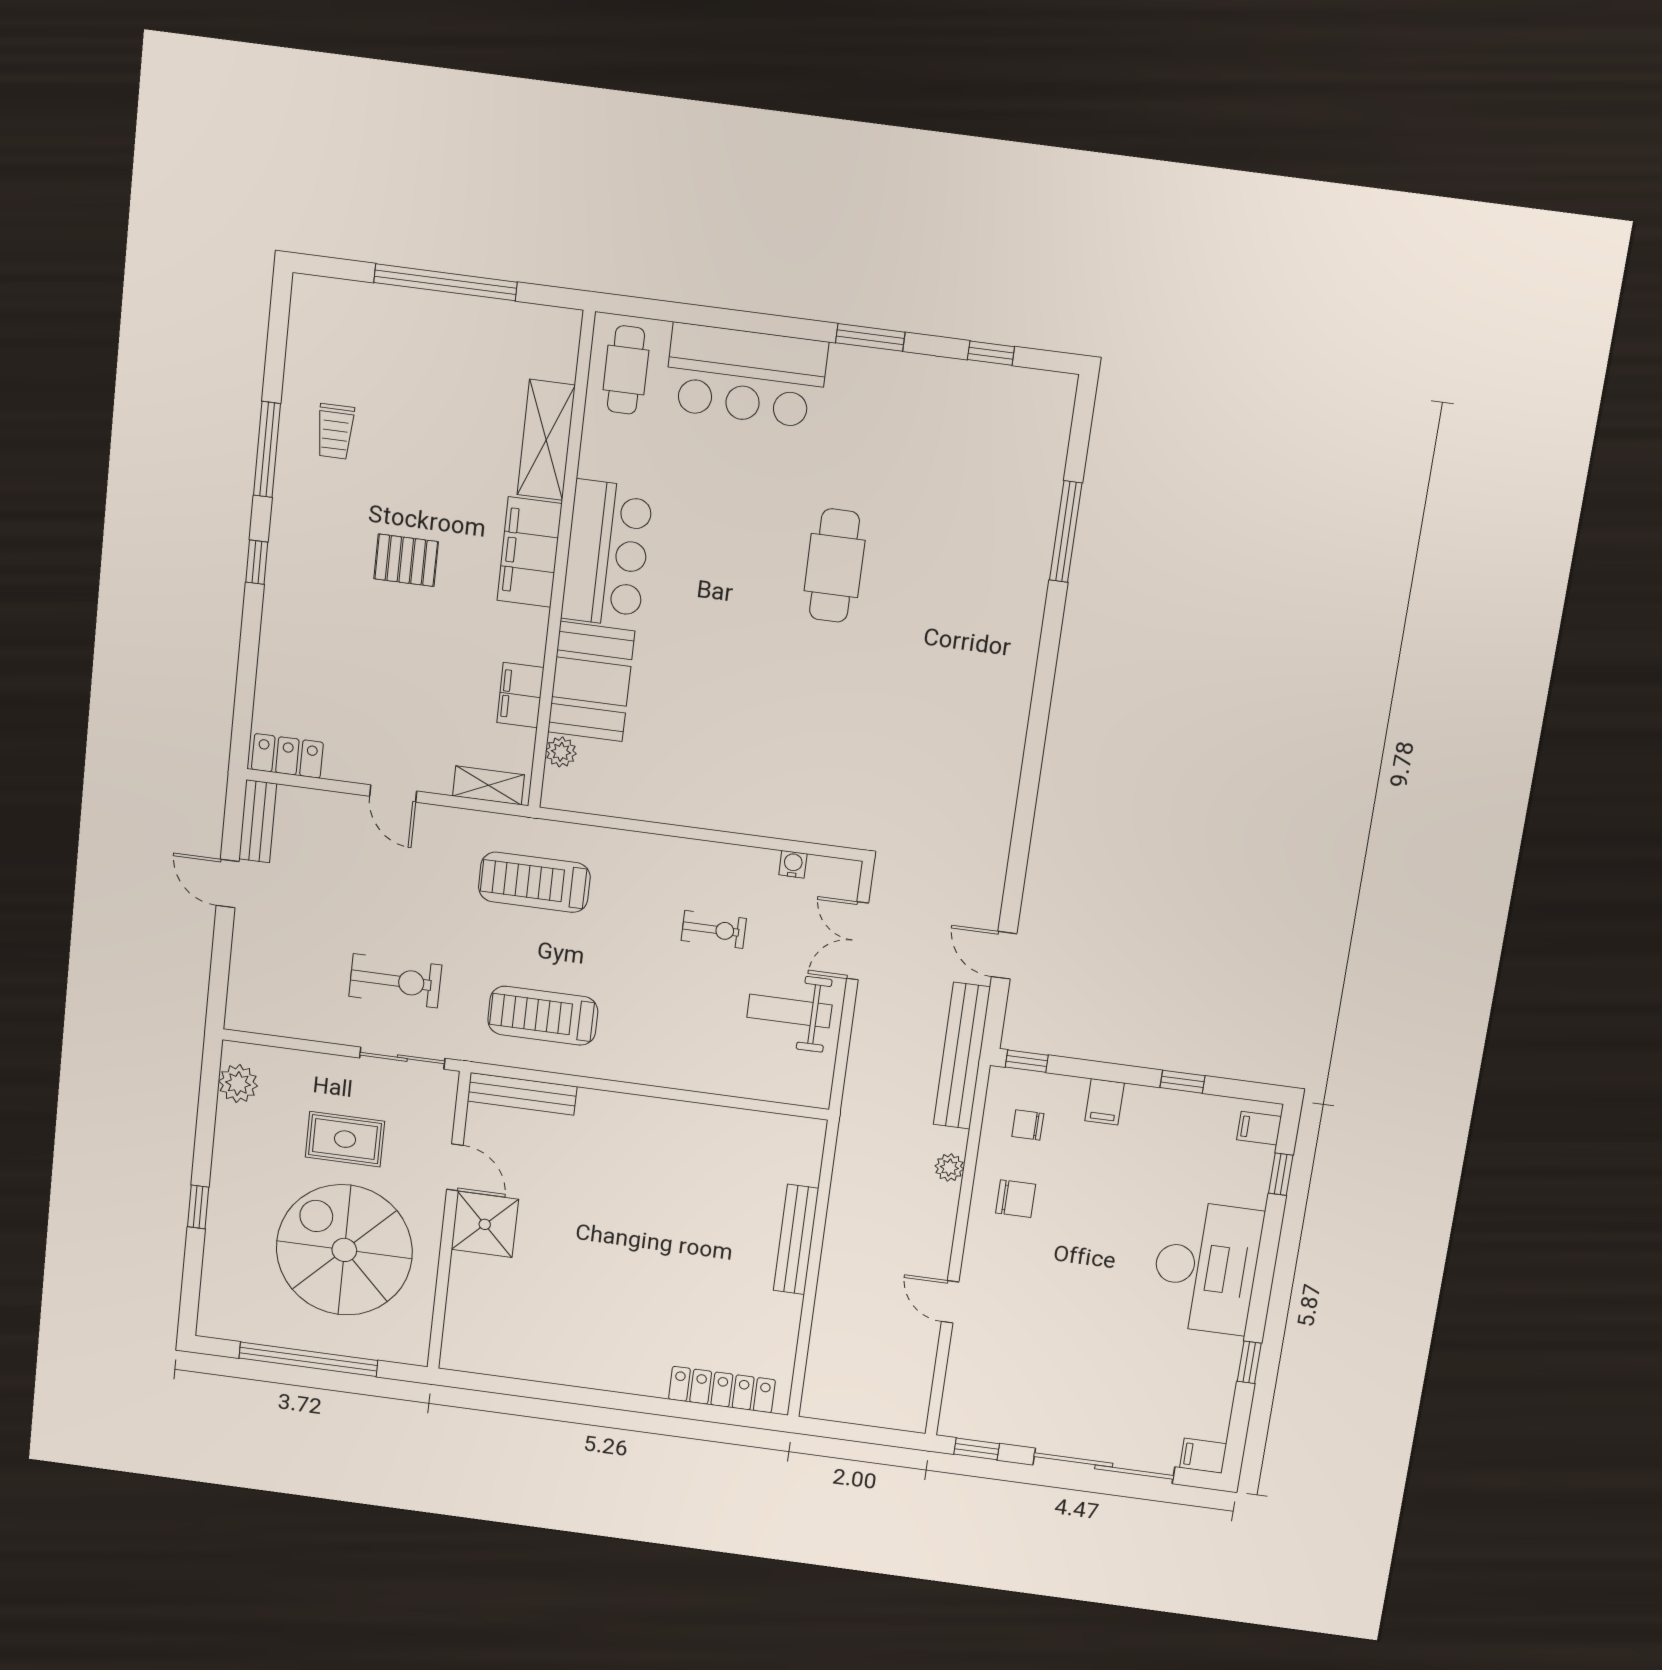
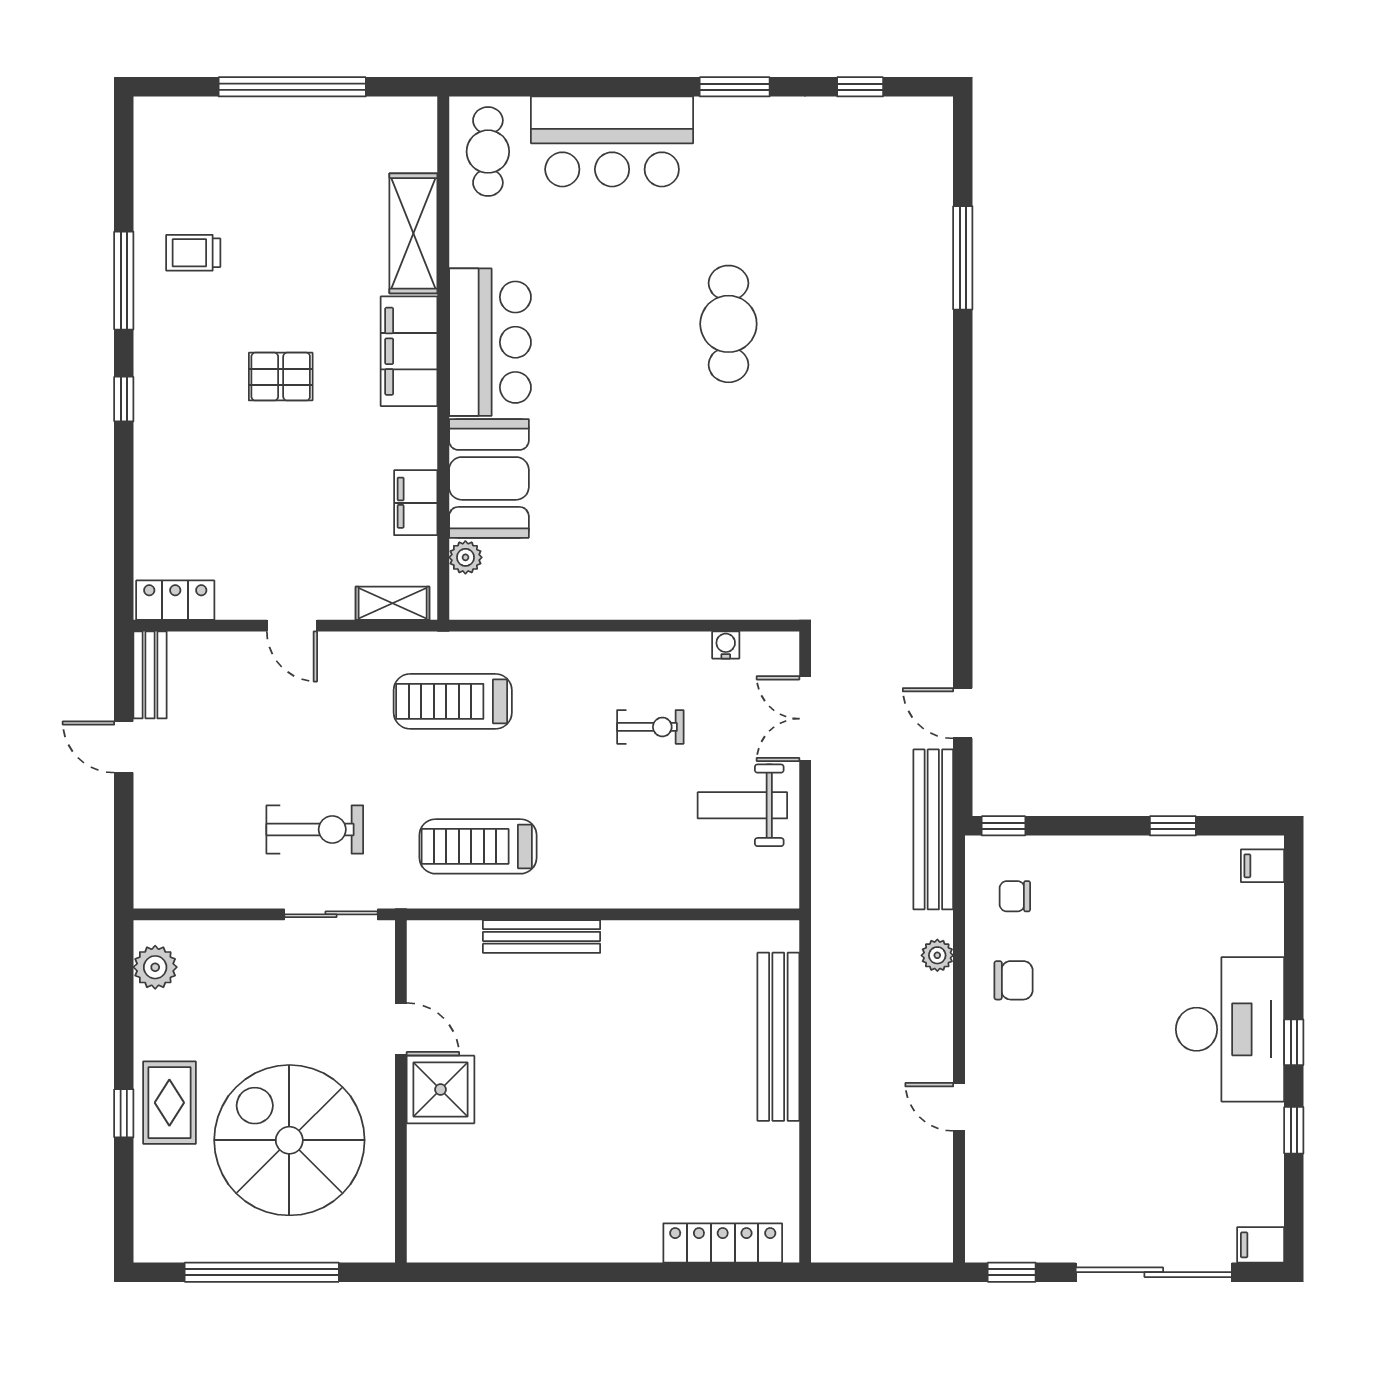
trolley: (335, 431) -> (193, 253), turned 90
bench: (522, 1094) -> (542, 936), moved
filing cabinet: (1105, 1102) -> (1093, 859), removed
rug: (345, 1139) -> (169, 1103), moved, turned 90
window: (1281, 1174) -> (1294, 1042), moved
bench: (796, 1239) -> (778, 1037), width x1.37, depth x1.21

